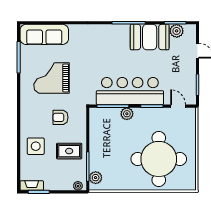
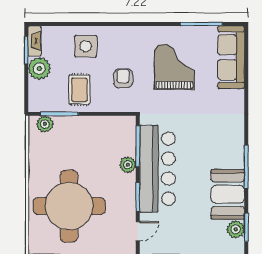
plant: (78, 186) -> (39, 69), moved, width x1.88, depth x1.88

